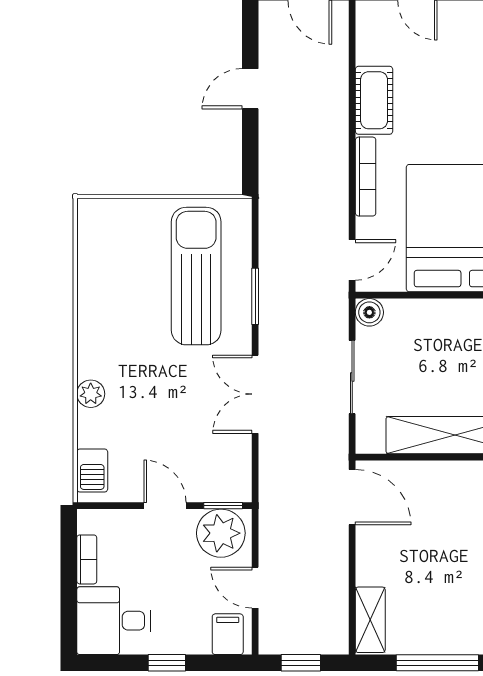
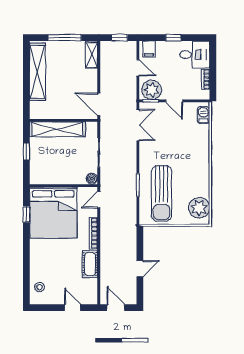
plant: (91, 394) -> (199, 208), moved, width x1.87, depth x1.87
double door: (255, 394) -> (138, 125), moved

